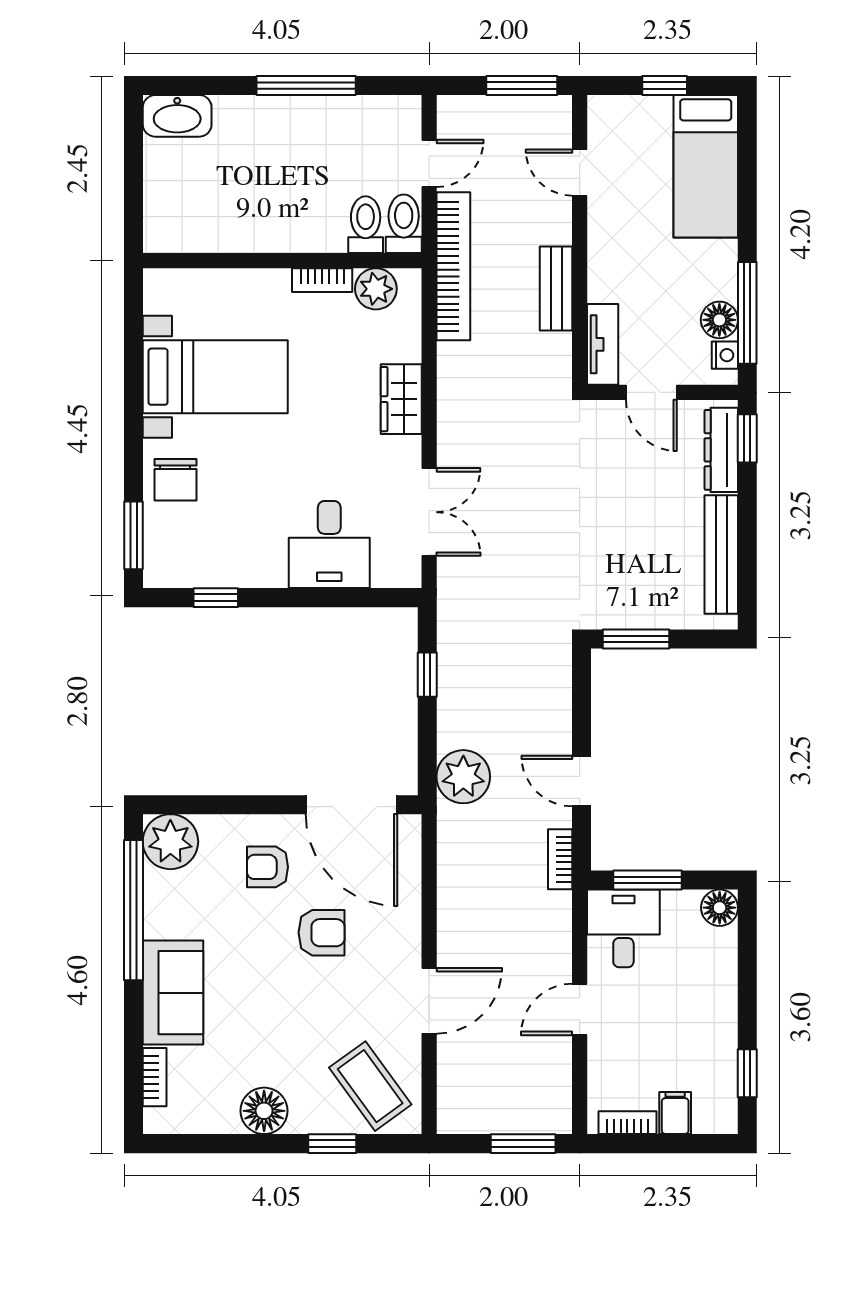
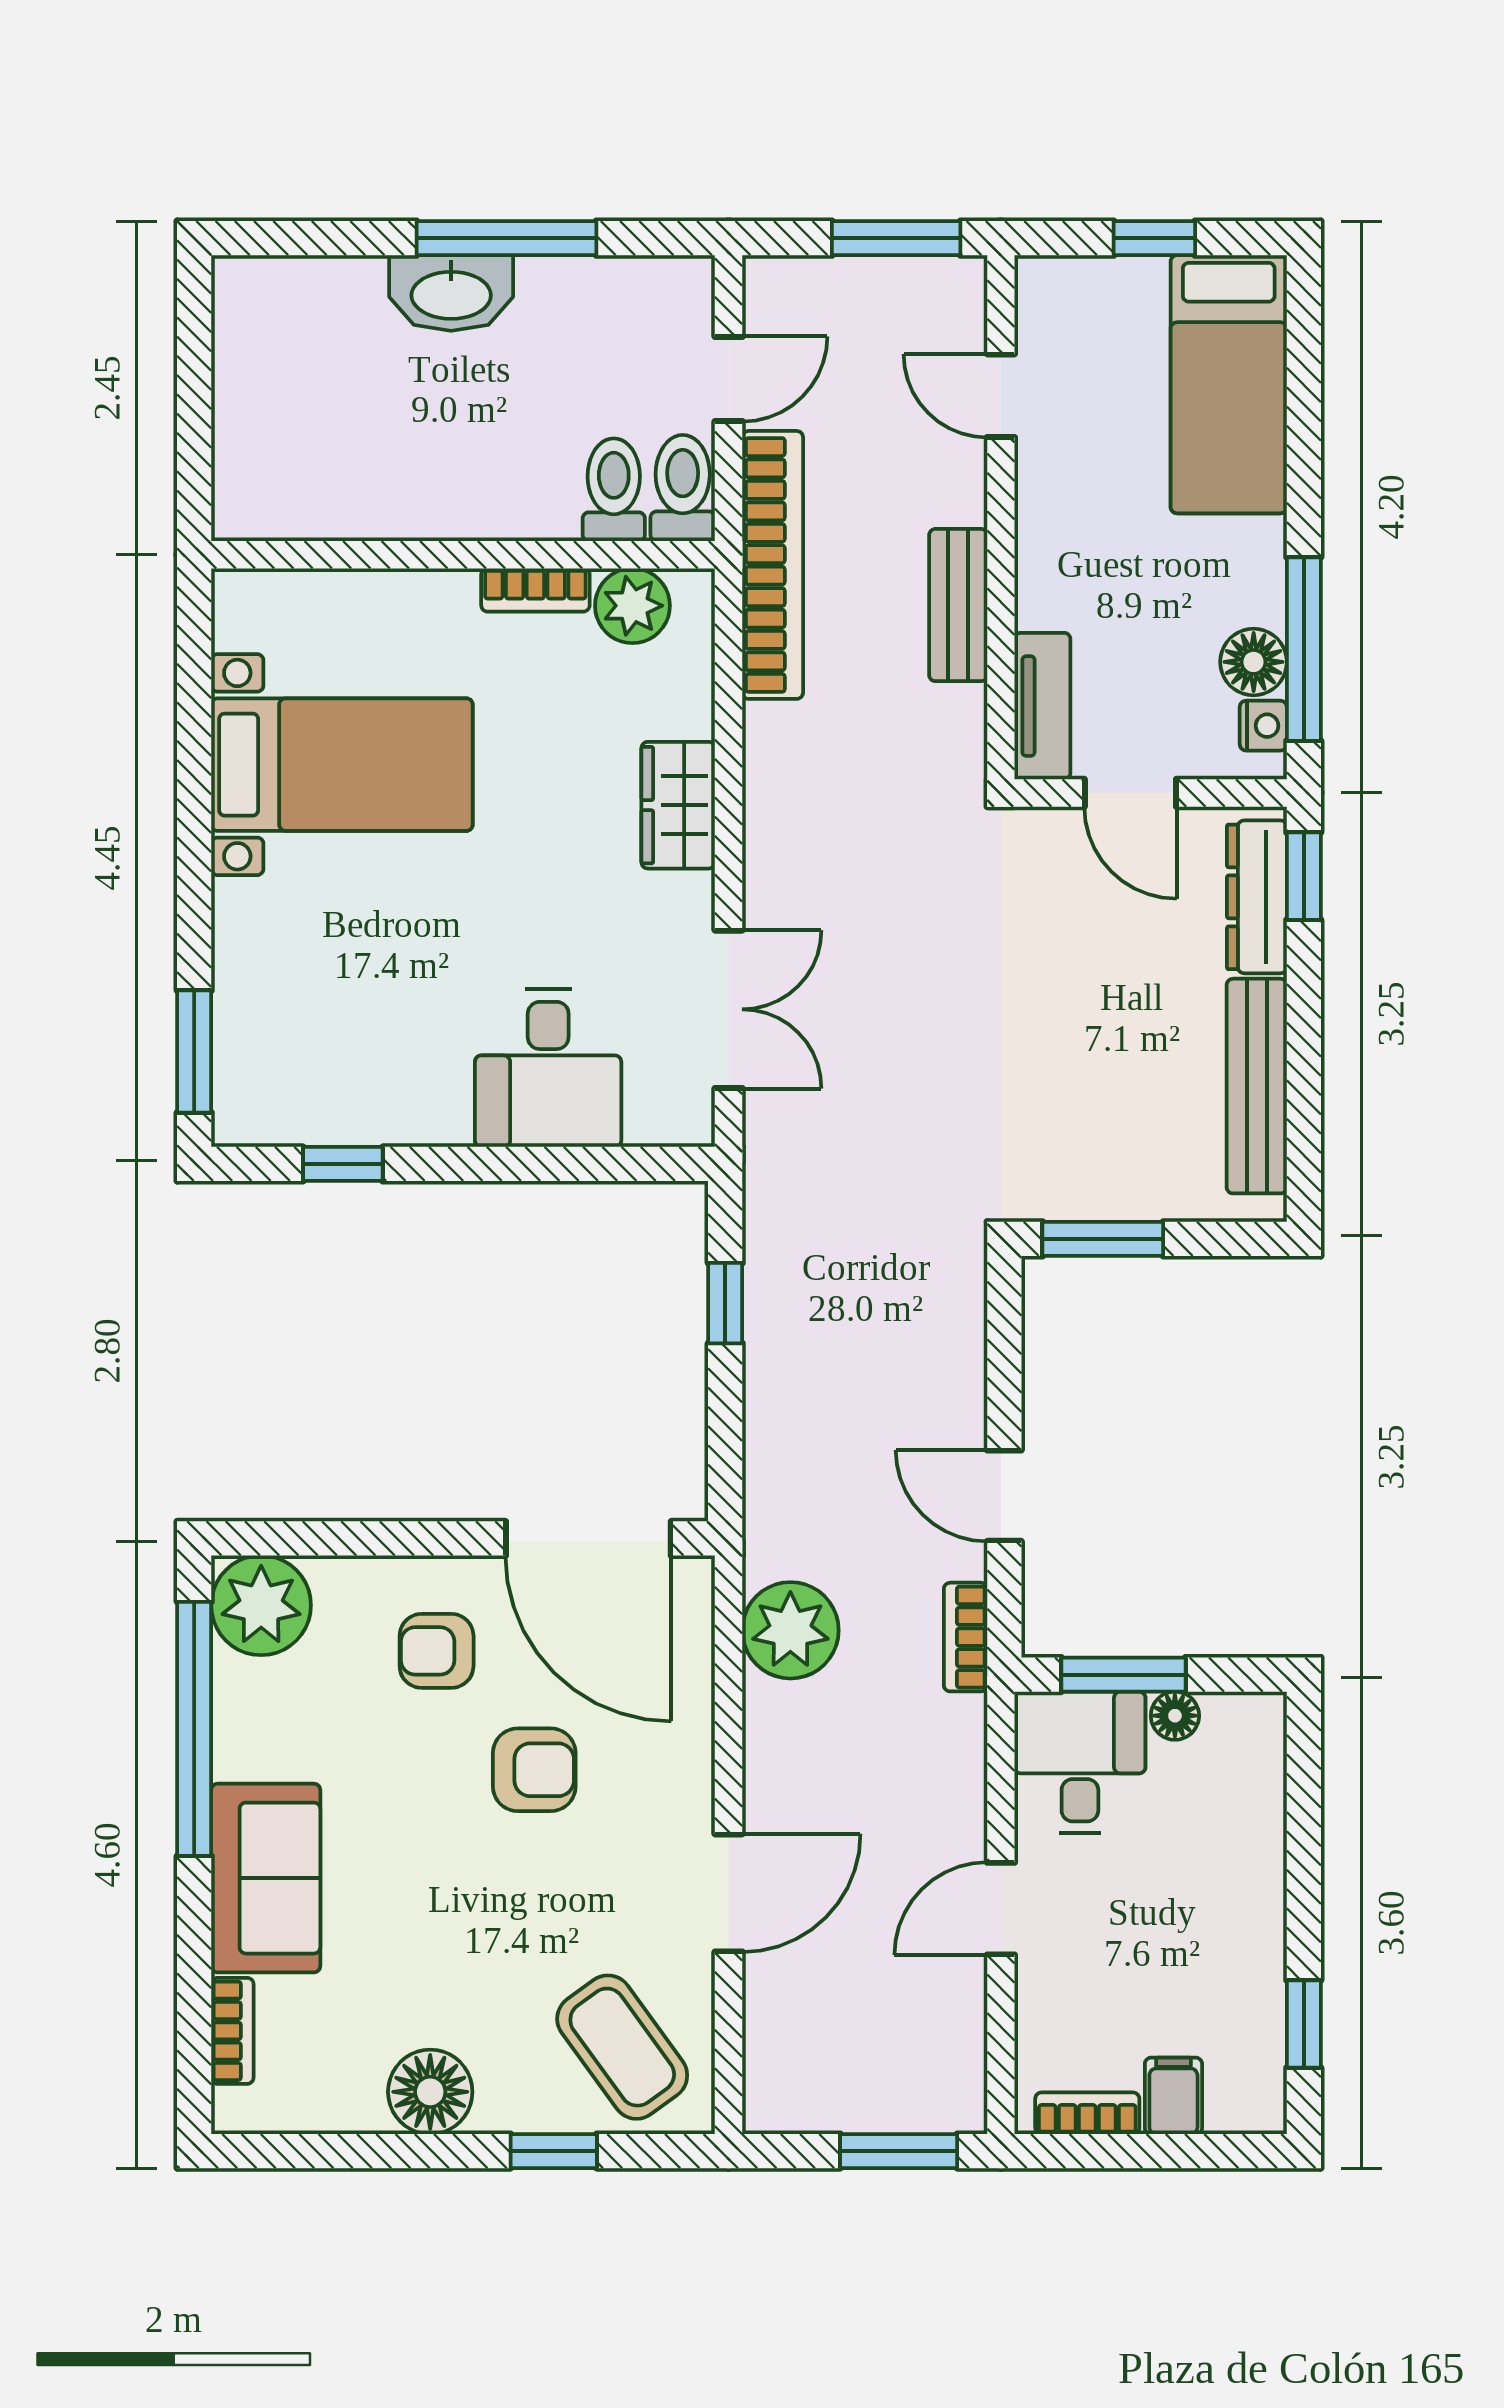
washbasin: (177, 116) -> (451, 293), moved
chair: (175, 480) -> (270, 951), removed
plant: (463, 777) -> (790, 1630), moved
floor lamp: (720, 908) -> (1175, 1716), moved, width x0.73, depth x0.73

